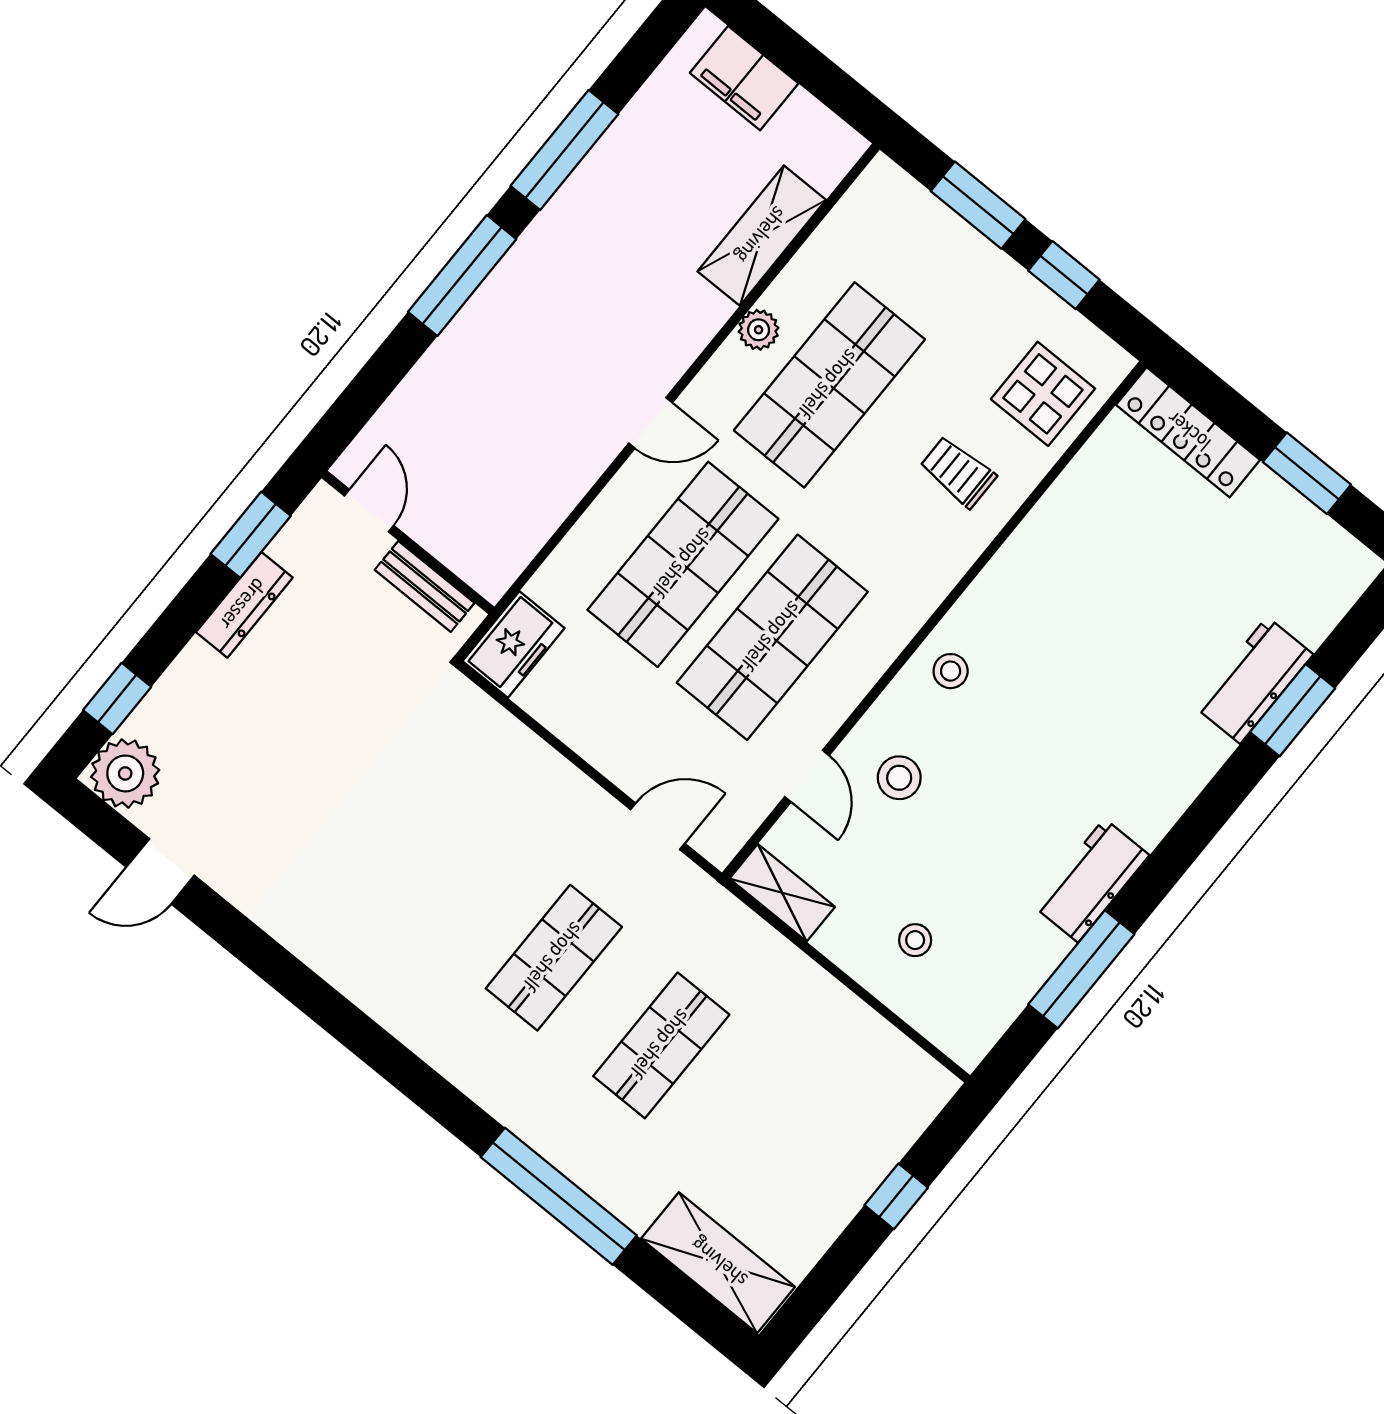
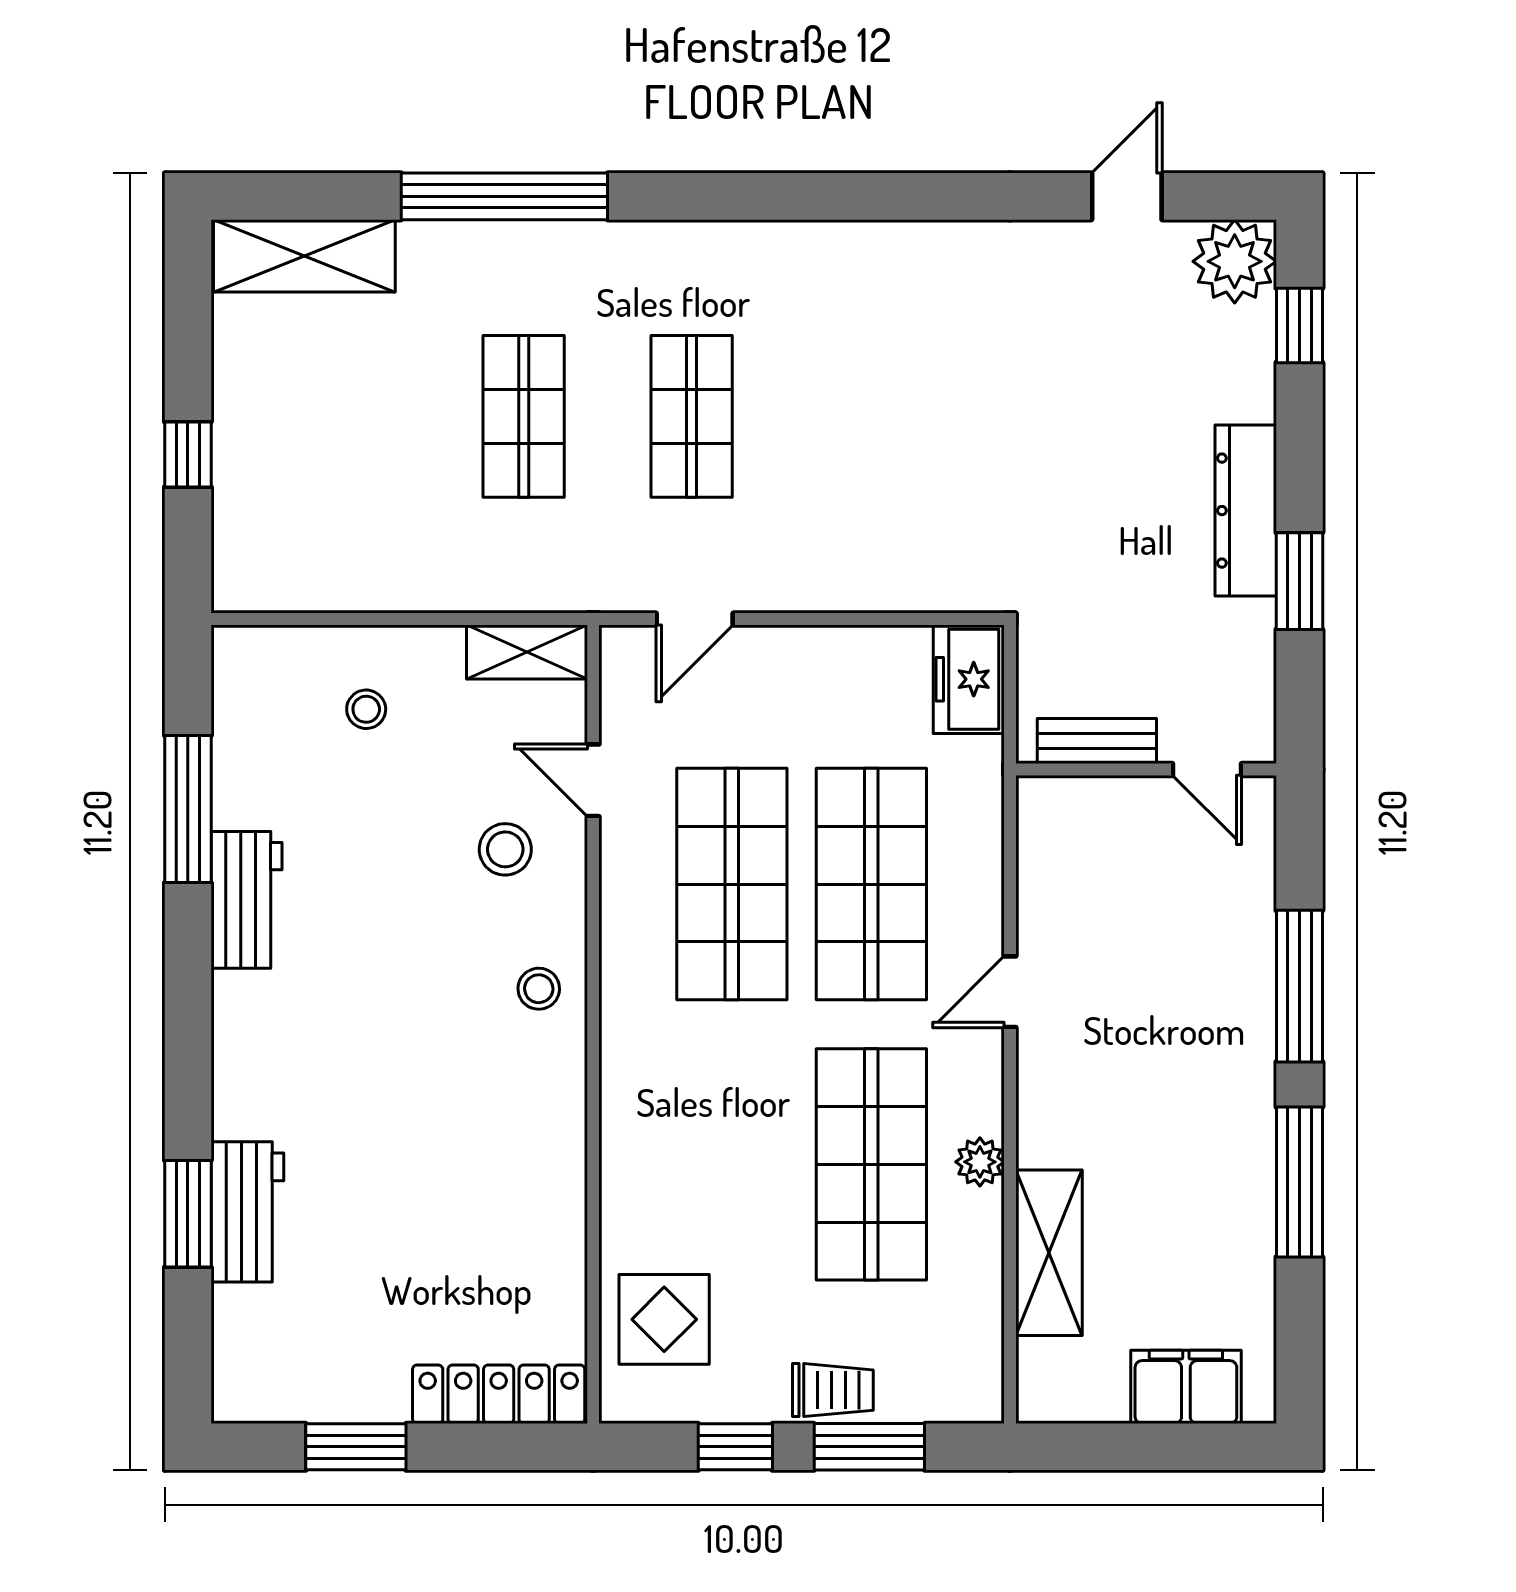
trolley: (958, 472) -> (833, 1390), moved
door: (369, 511) -> (1207, 769), moved
wall: (408, 542) -> (1146, 769), moved
bench: (425, 586) -> (1097, 741), moved
dresser: (244, 605) -> (1246, 511), width x1.37, depth x1.24

